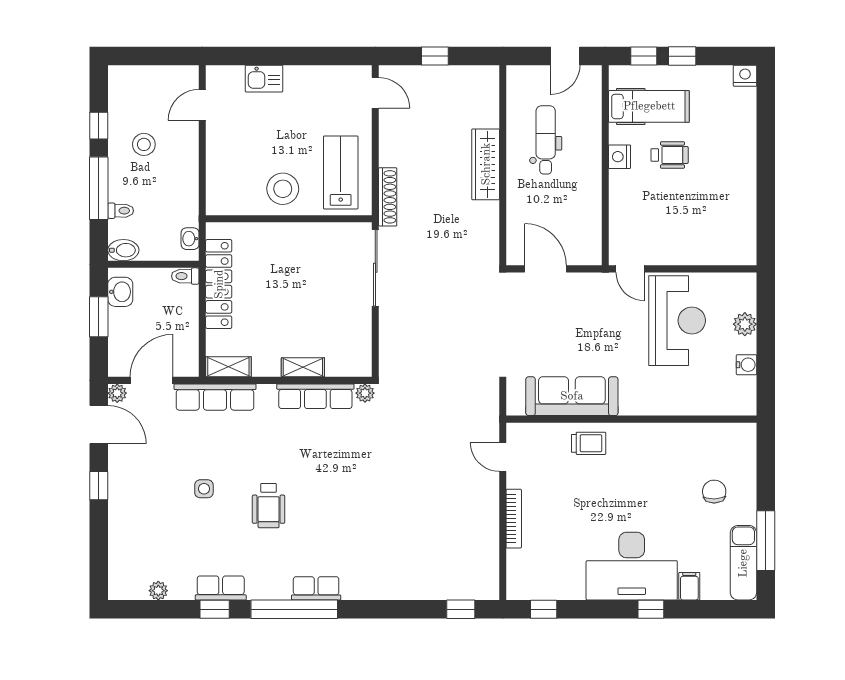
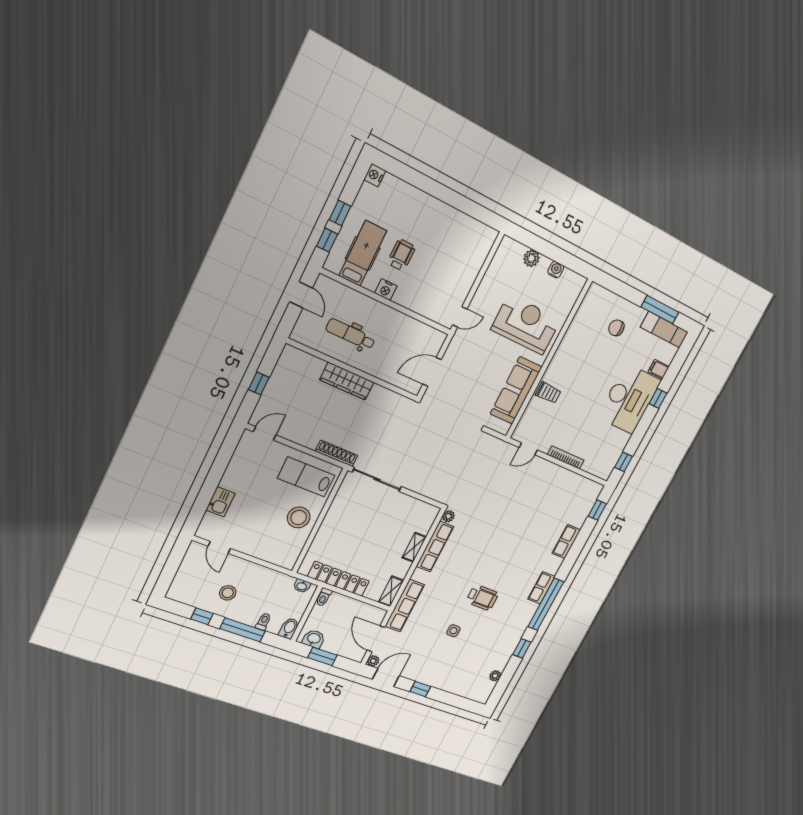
reception desk: (677, 321) -> (526, 325), moved
trolley: (589, 443) -> (548, 393), turned 90
row of seats: (221, 588) -> (566, 542), moved

